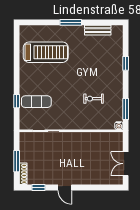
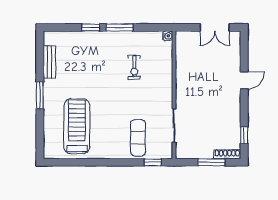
window: (17, 101) -> (153, 162), moved
window: (126, 109) -> (120, 27), moved
door: (65, 187) -> (244, 80), moved

